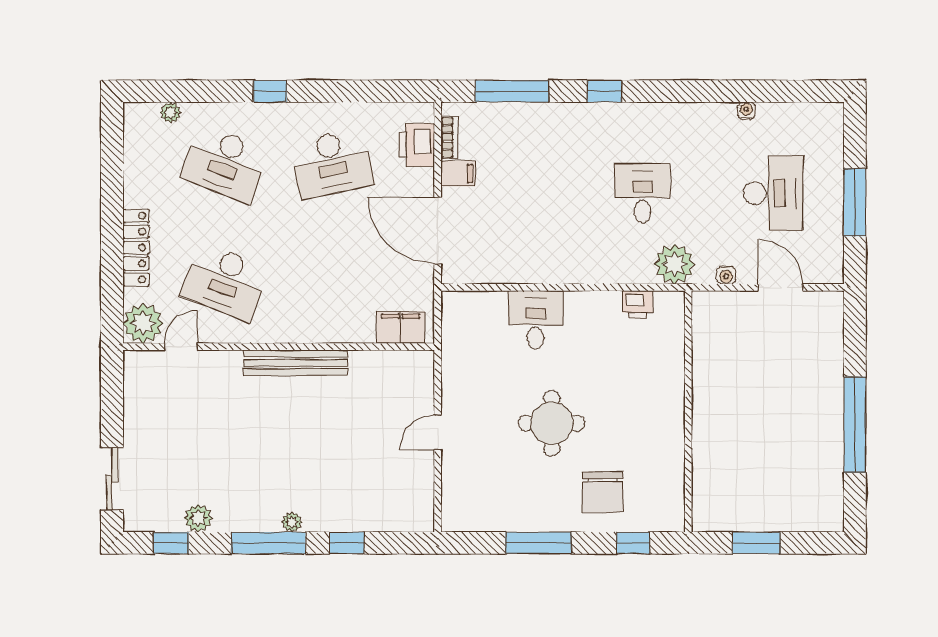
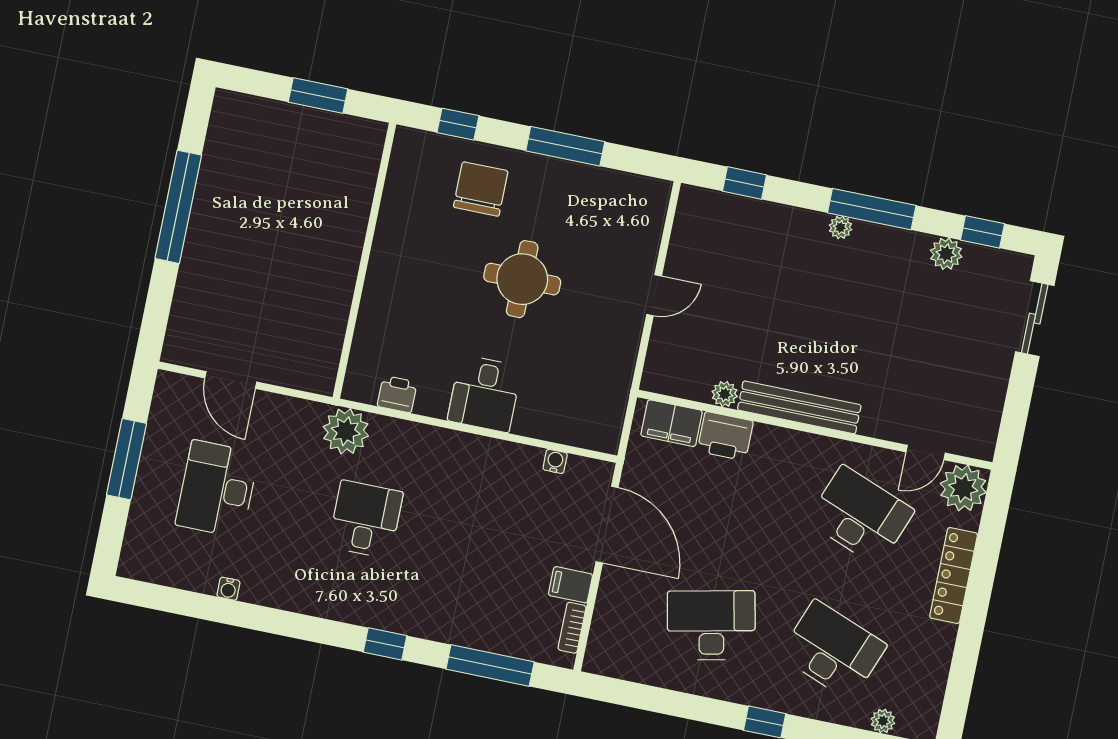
printer: (417, 145) -> (725, 436), moved, turned 90
desk: (642, 193) -> (366, 519), turned 180
water cooler: (726, 275) -> (555, 461), moved
desk: (535, 320) -> (485, 394), moved
plant: (361, 361) -> (725, 394), added
window: (346, 543) -> (744, 183), moved

